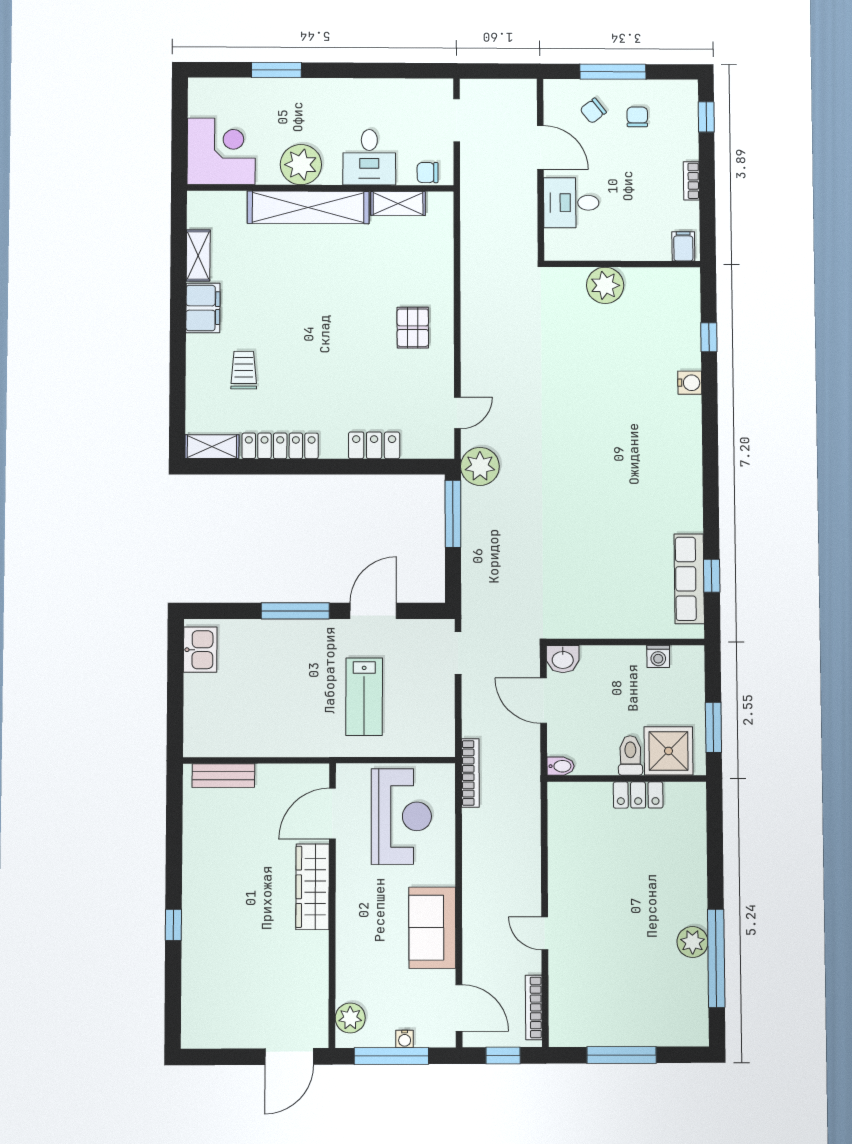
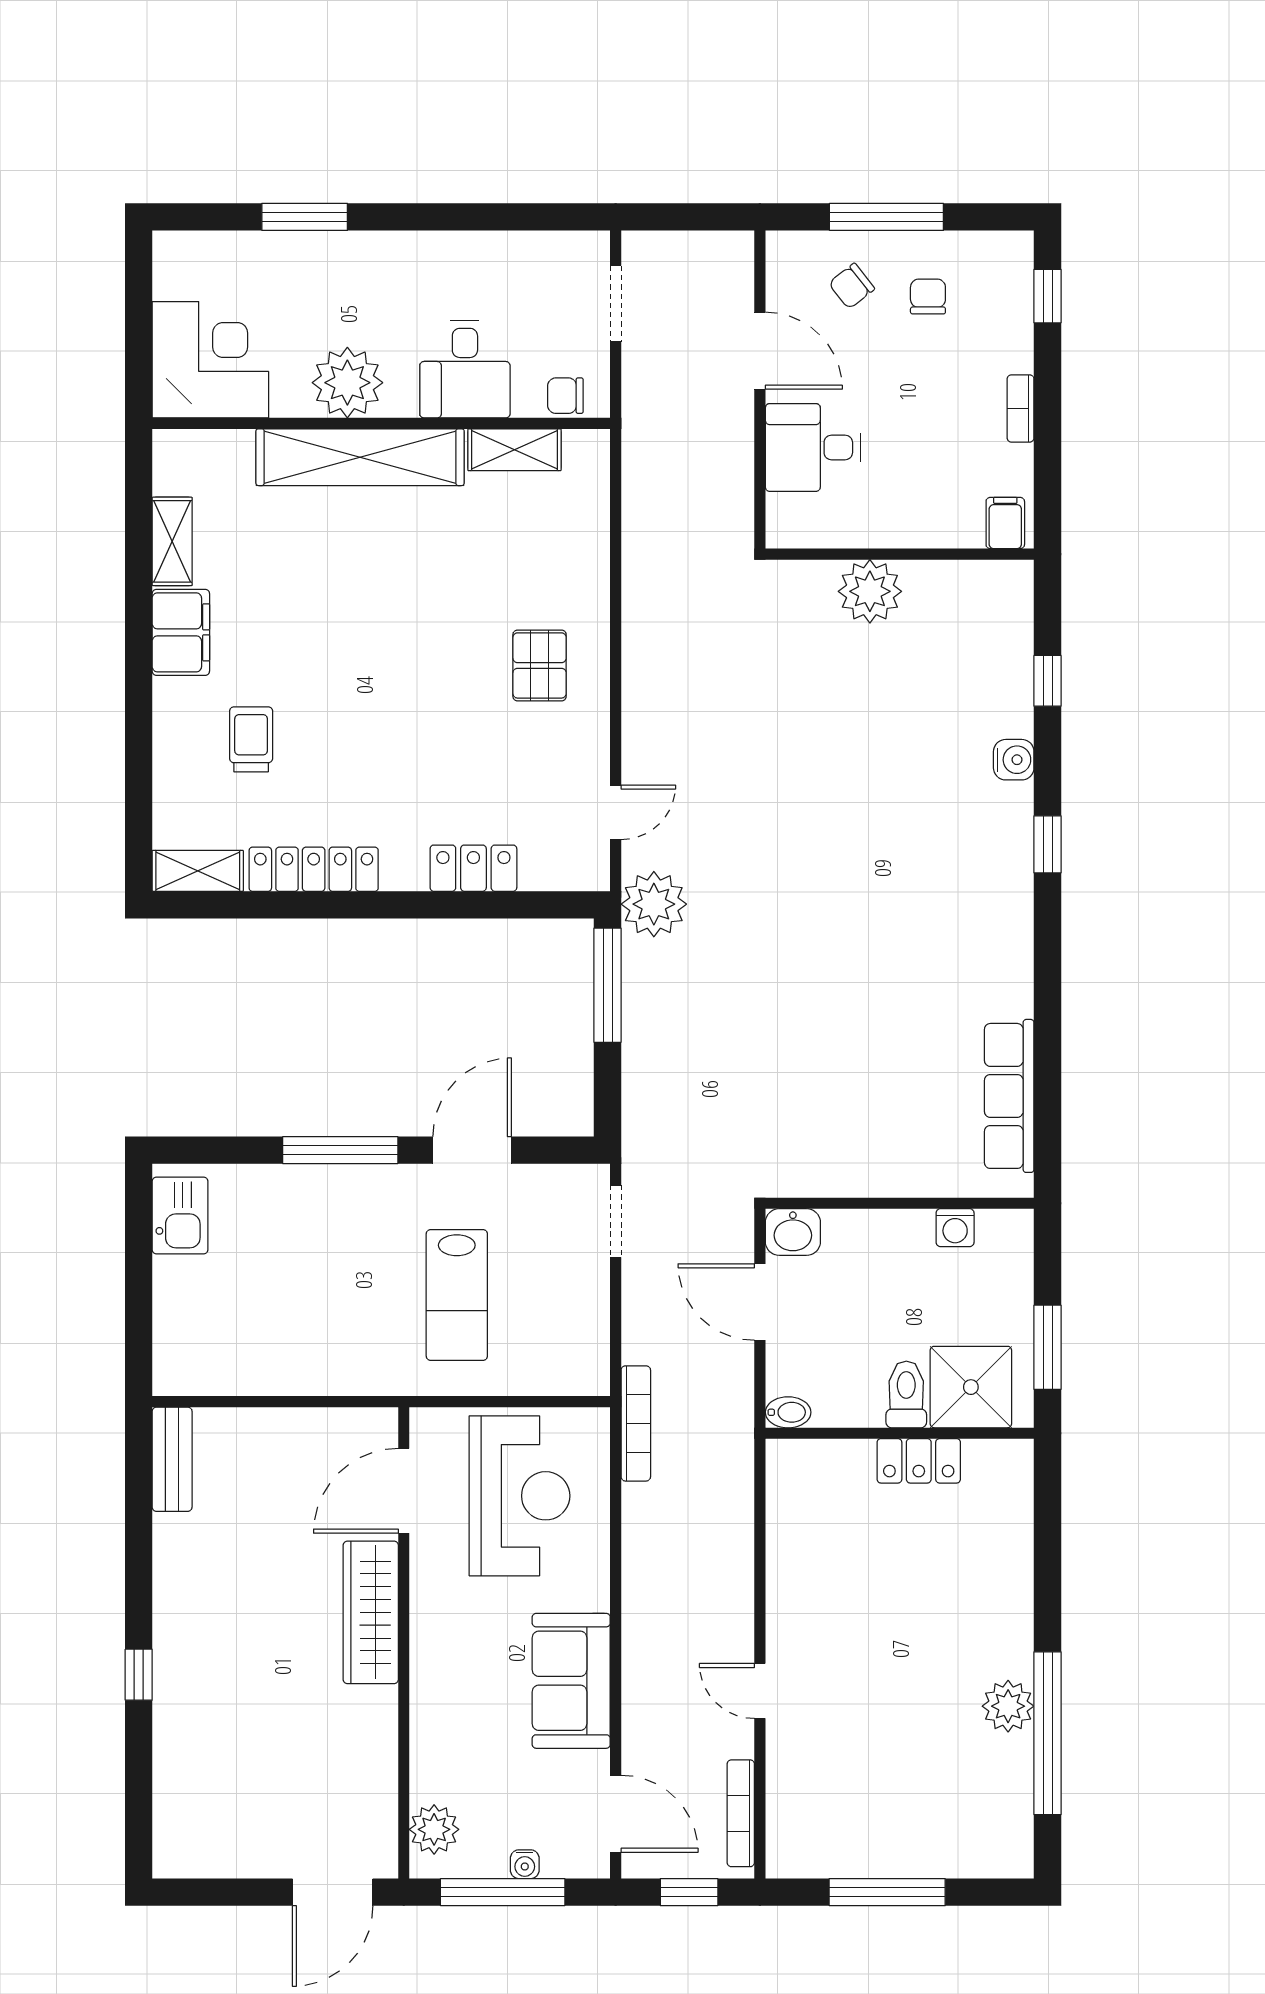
window: (712, 576) -> (1048, 844), moved
bench: (223, 776) -> (172, 1459), moved, turned 90

